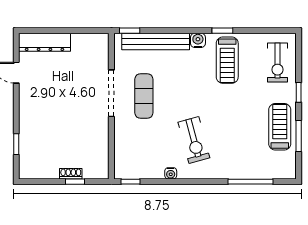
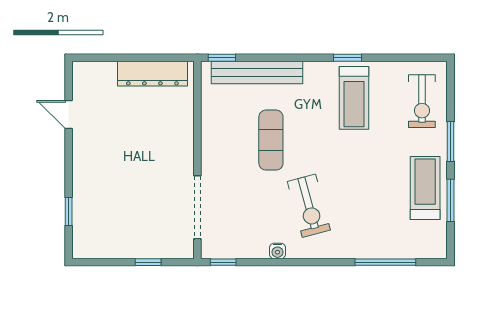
water cooler: (198, 40) -> (314, 71), removed
dresser: (45, 42) -> (152, 74), moved
window: (299, 92) -> (451, 141), width x1.50
doorway: (111, 93) -> (197, 207), moved
exercise mat: (144, 96) -> (271, 140), moved
shoe rack: (71, 174) -> (142, 251), removed

